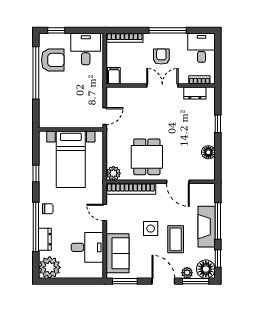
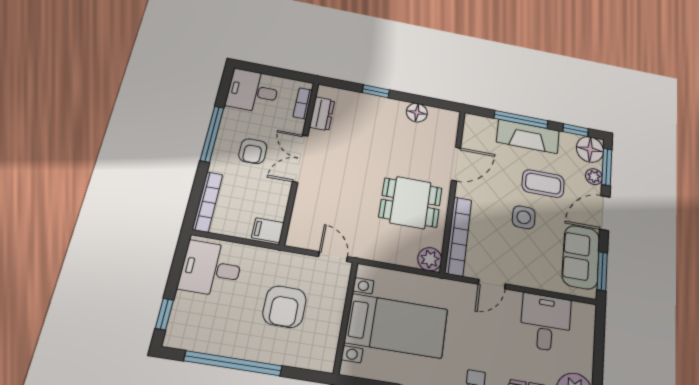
armchair: (161, 57) -> (253, 151), turned -90
armchair: (53, 60) -> (285, 307), moved, turned 180
sofa: (118, 253) -> (581, 257), moved, turned -90

